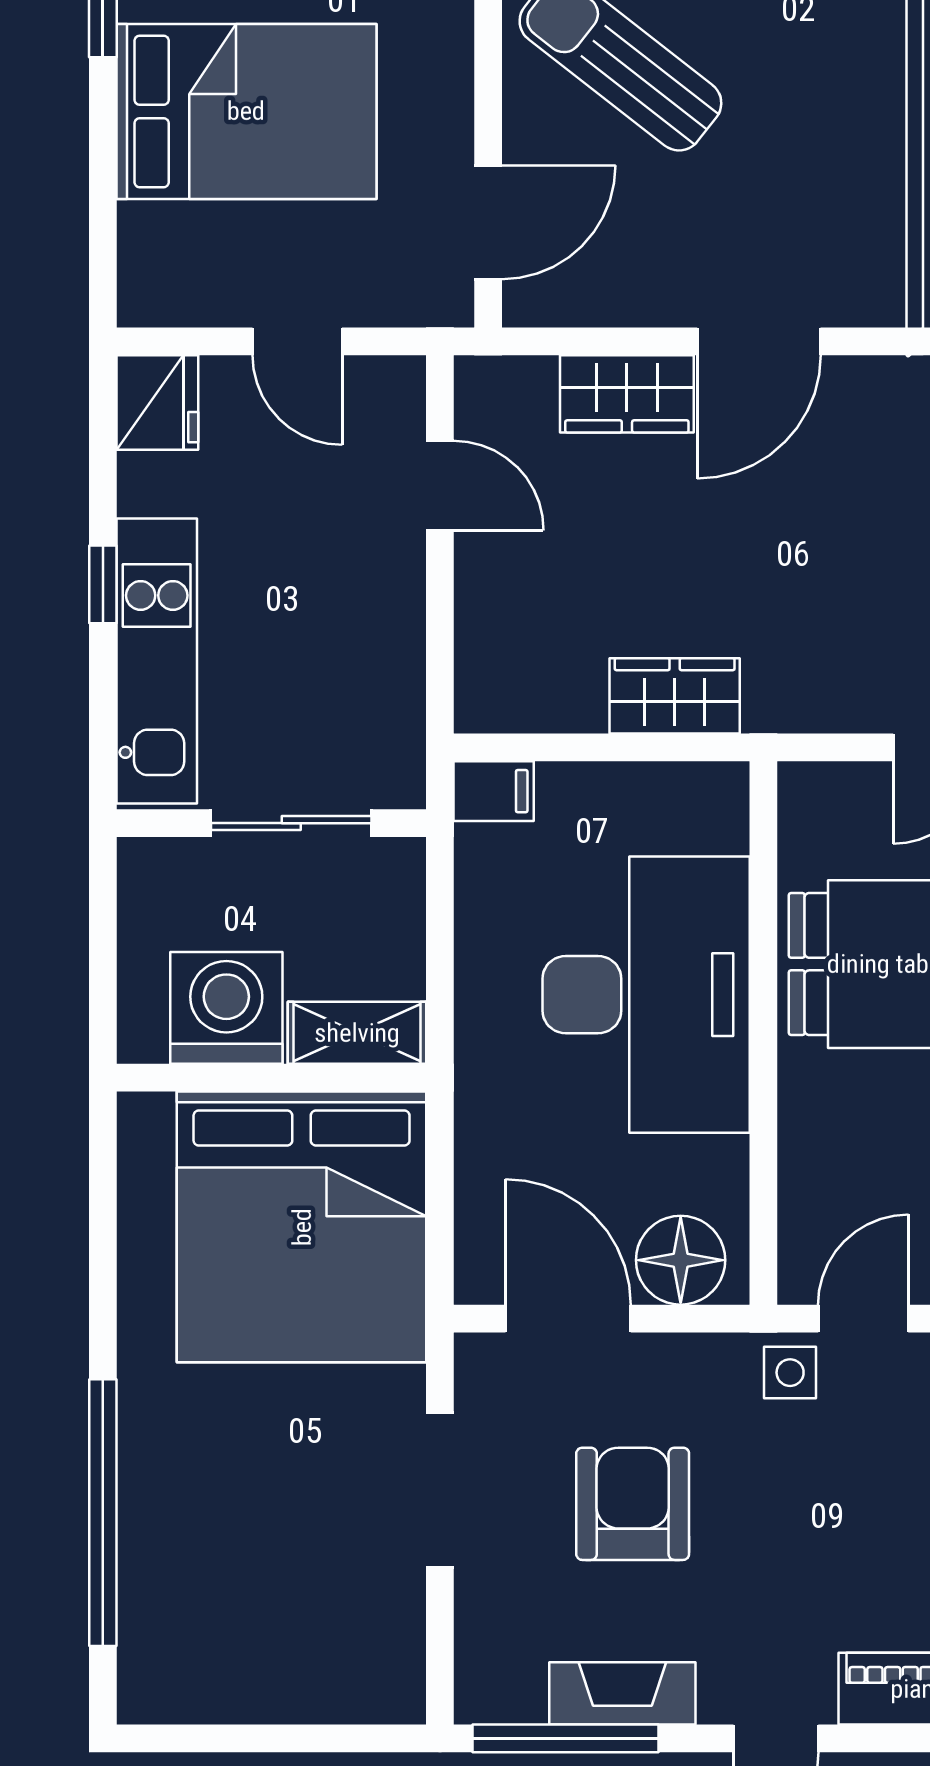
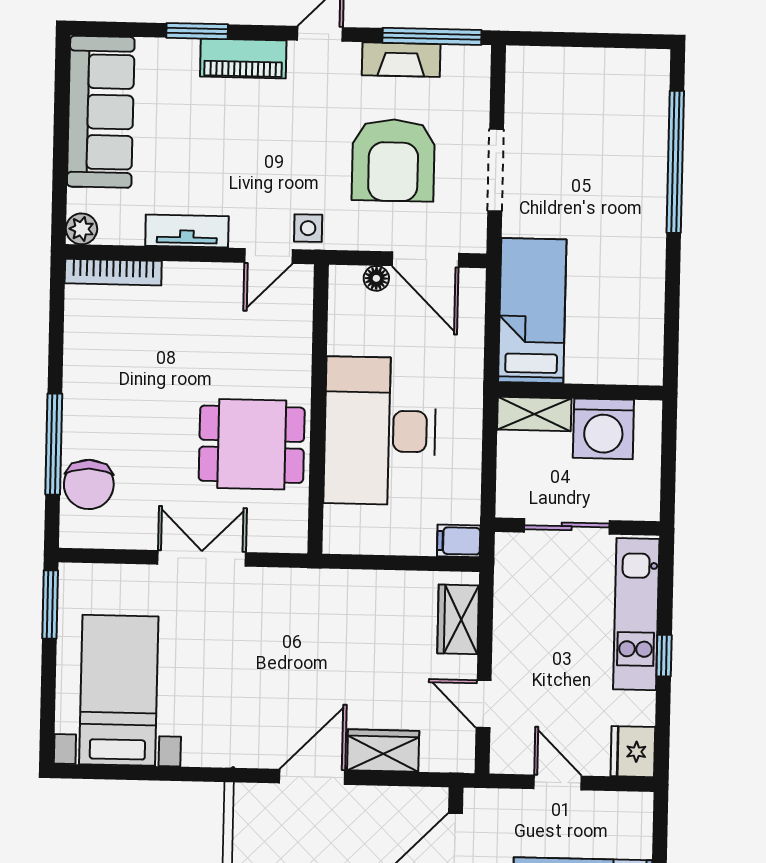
wardrobe: (675, 696) -> (458, 619), moved, turned 90
bed: (302, 1227) -> (532, 311), width x0.49
floor lamp: (681, 1260) -> (376, 278), width x0.53, depth x0.53
armchair: (633, 1504) -> (393, 160), width x1.36, depth x1.36

